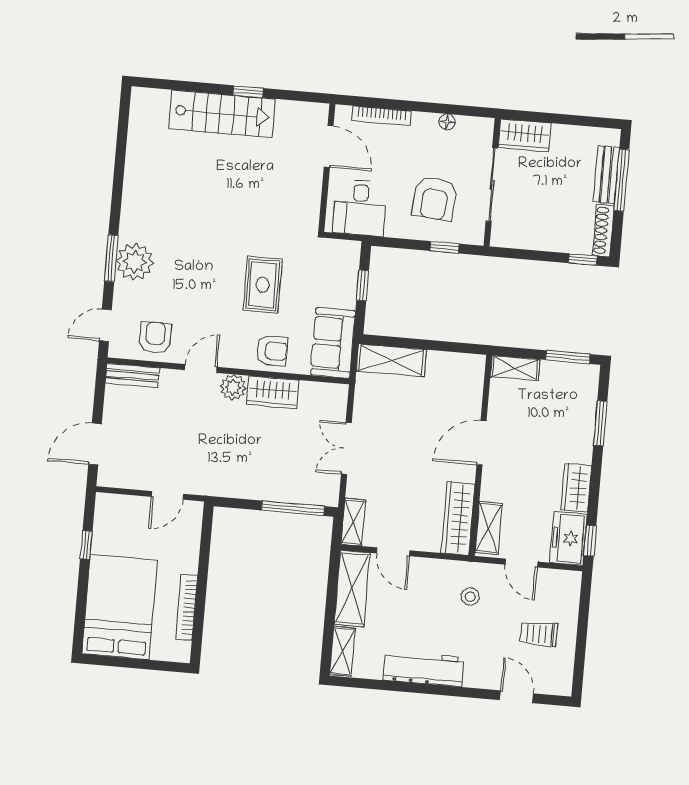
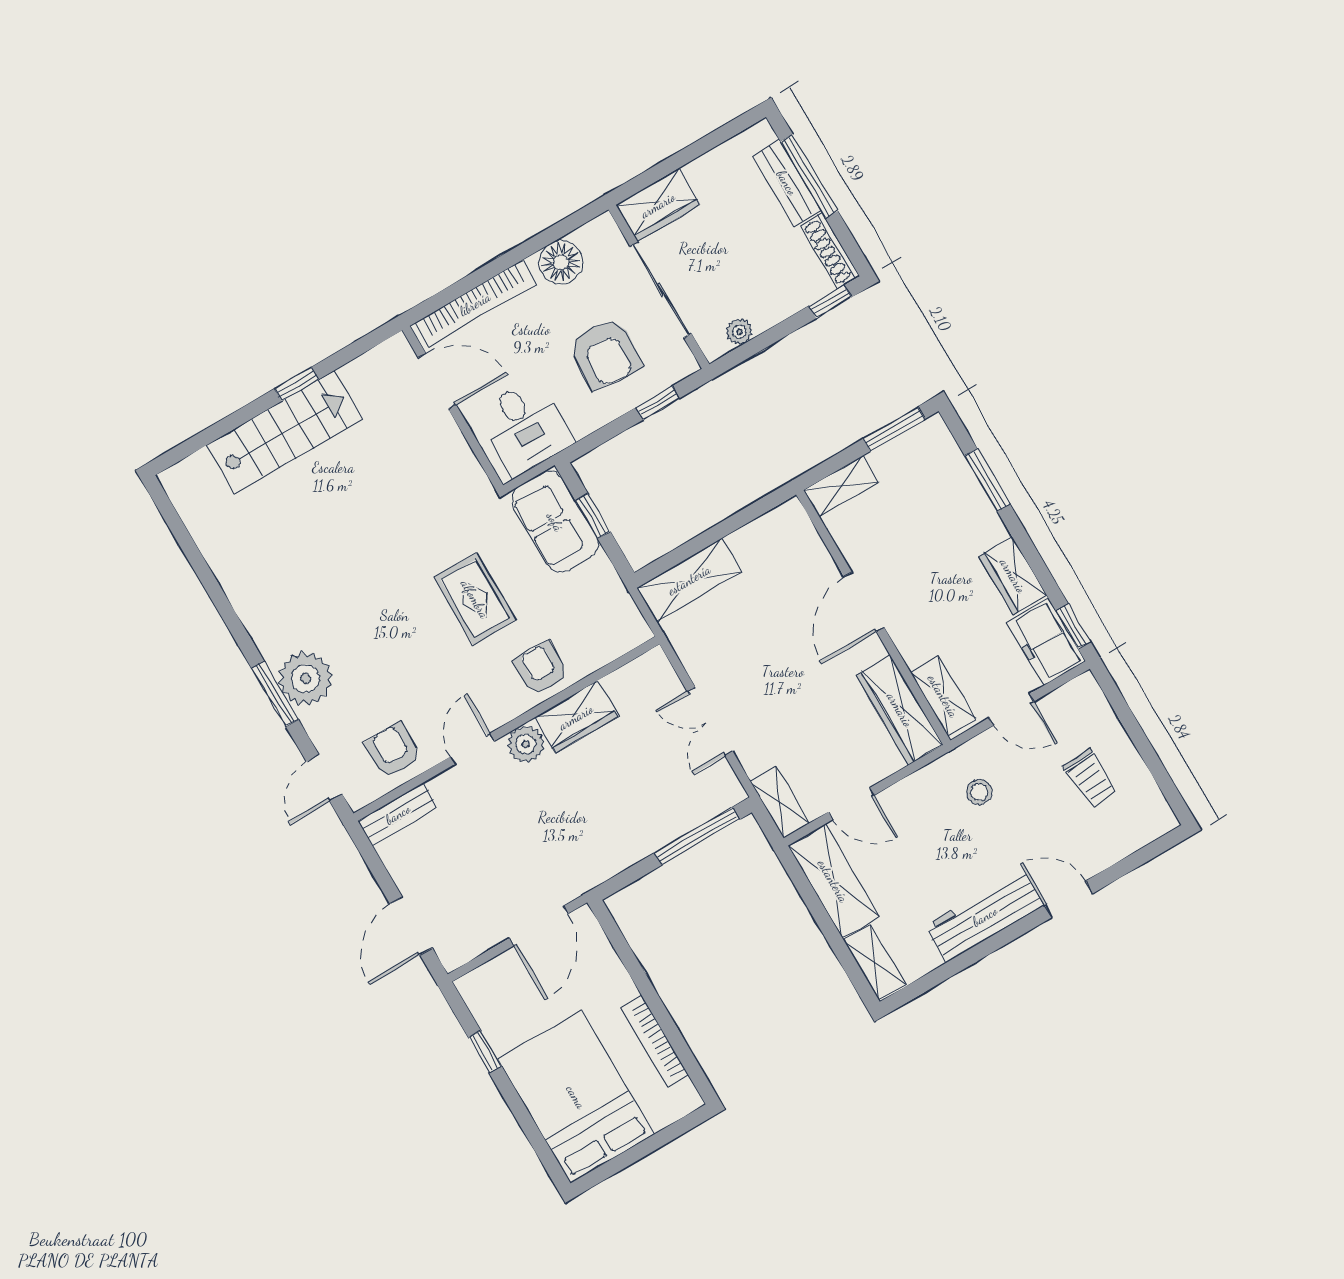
bookcase: (382, 116) -> (475, 304), width x1.48, depth x1.31
floor lamp: (447, 122) -> (561, 262), width x1.89, depth x1.89
plant: (520, 240) -> (739, 332), added
sofa: (333, 343) -> (555, 522), moved
armchair: (272, 351) -> (541, 668), turned -90
door: (167, 495) -> (539, 926), width x1.38
trolley: (539, 634) -> (1091, 778), turned -94
door: (517, 697) -> (1069, 899), moved

